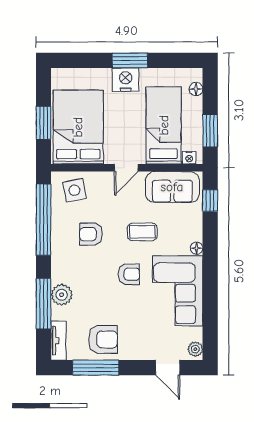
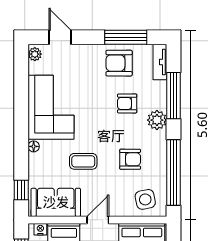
armchair: (129, 274) -> (127, 103), moved
plant: (62, 295) -> (157, 120), moved

